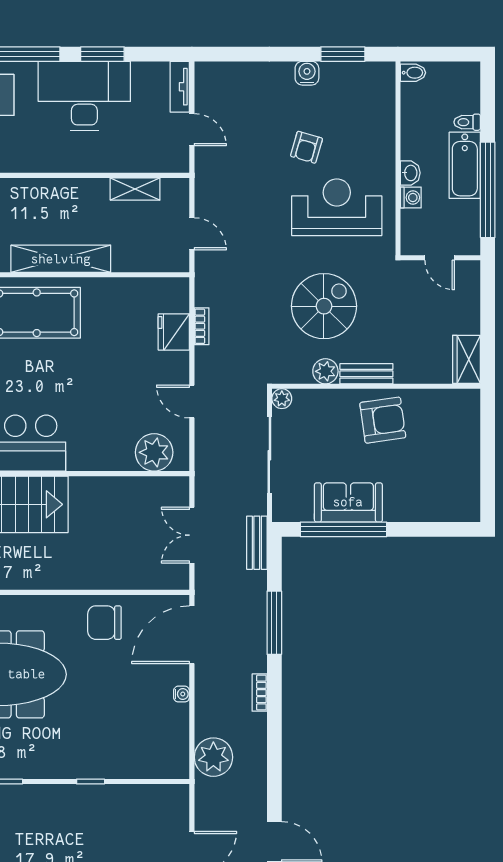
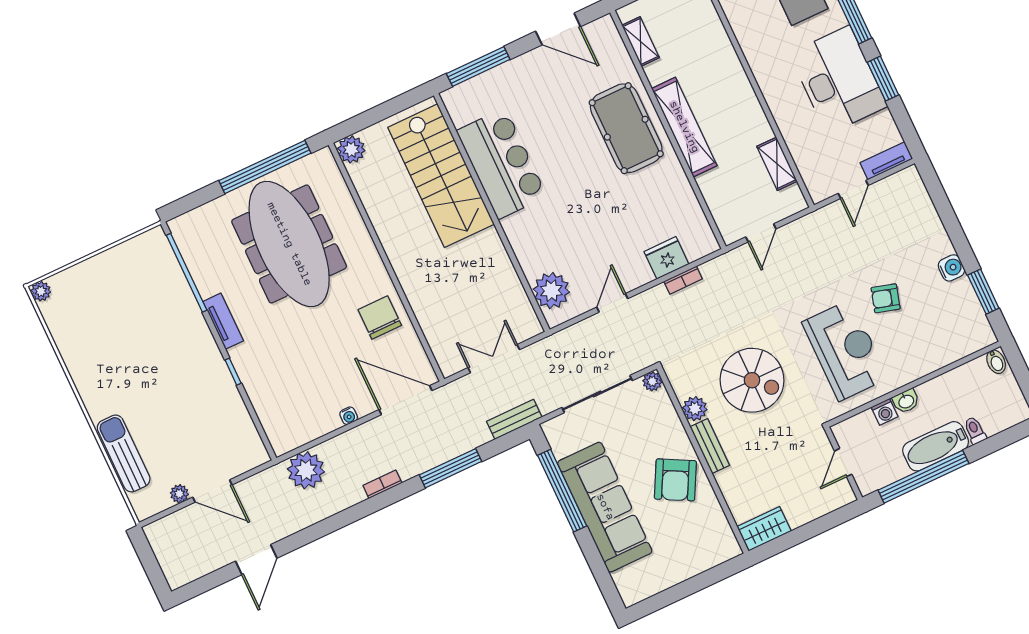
armchair: (383, 420) -> (675, 480), turned 36
sofa: (348, 502) -> (605, 507), width x1.85, depth x1.27
tv unit: (40, 769) -> (223, 321), added

